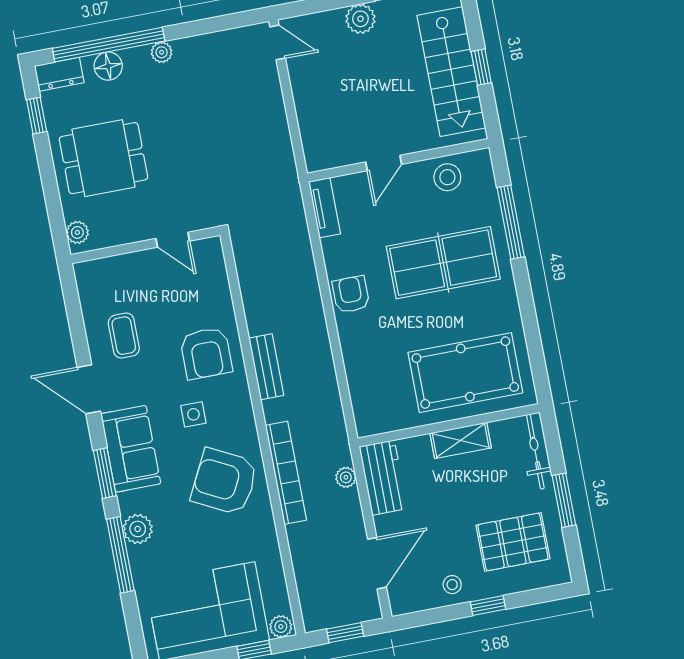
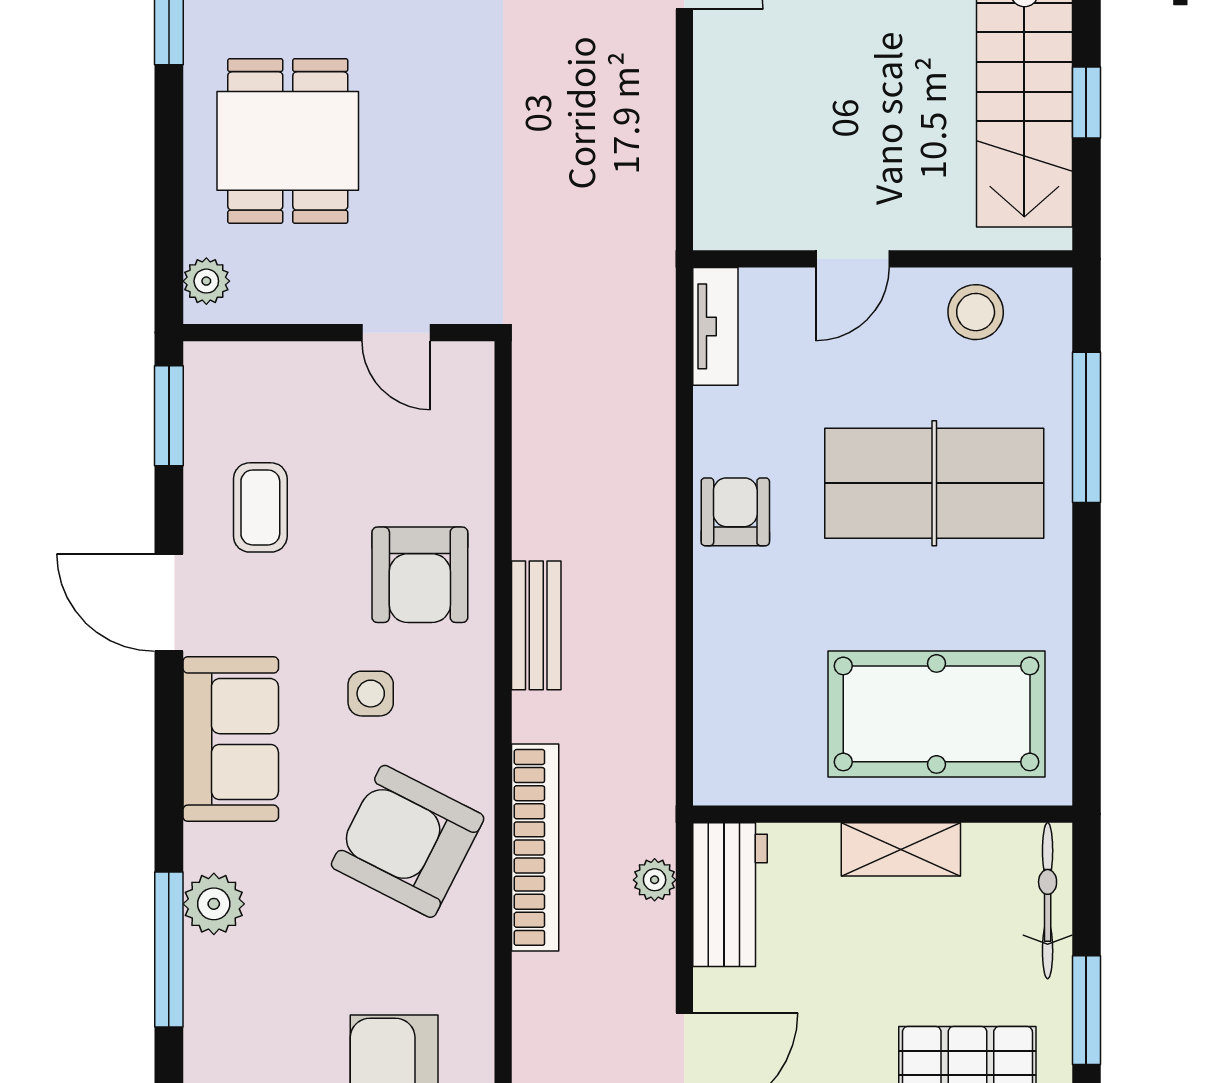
dining table: (104, 158) -> (288, 141), turned 90
window: (105, 473) -> (169, 416), moved

